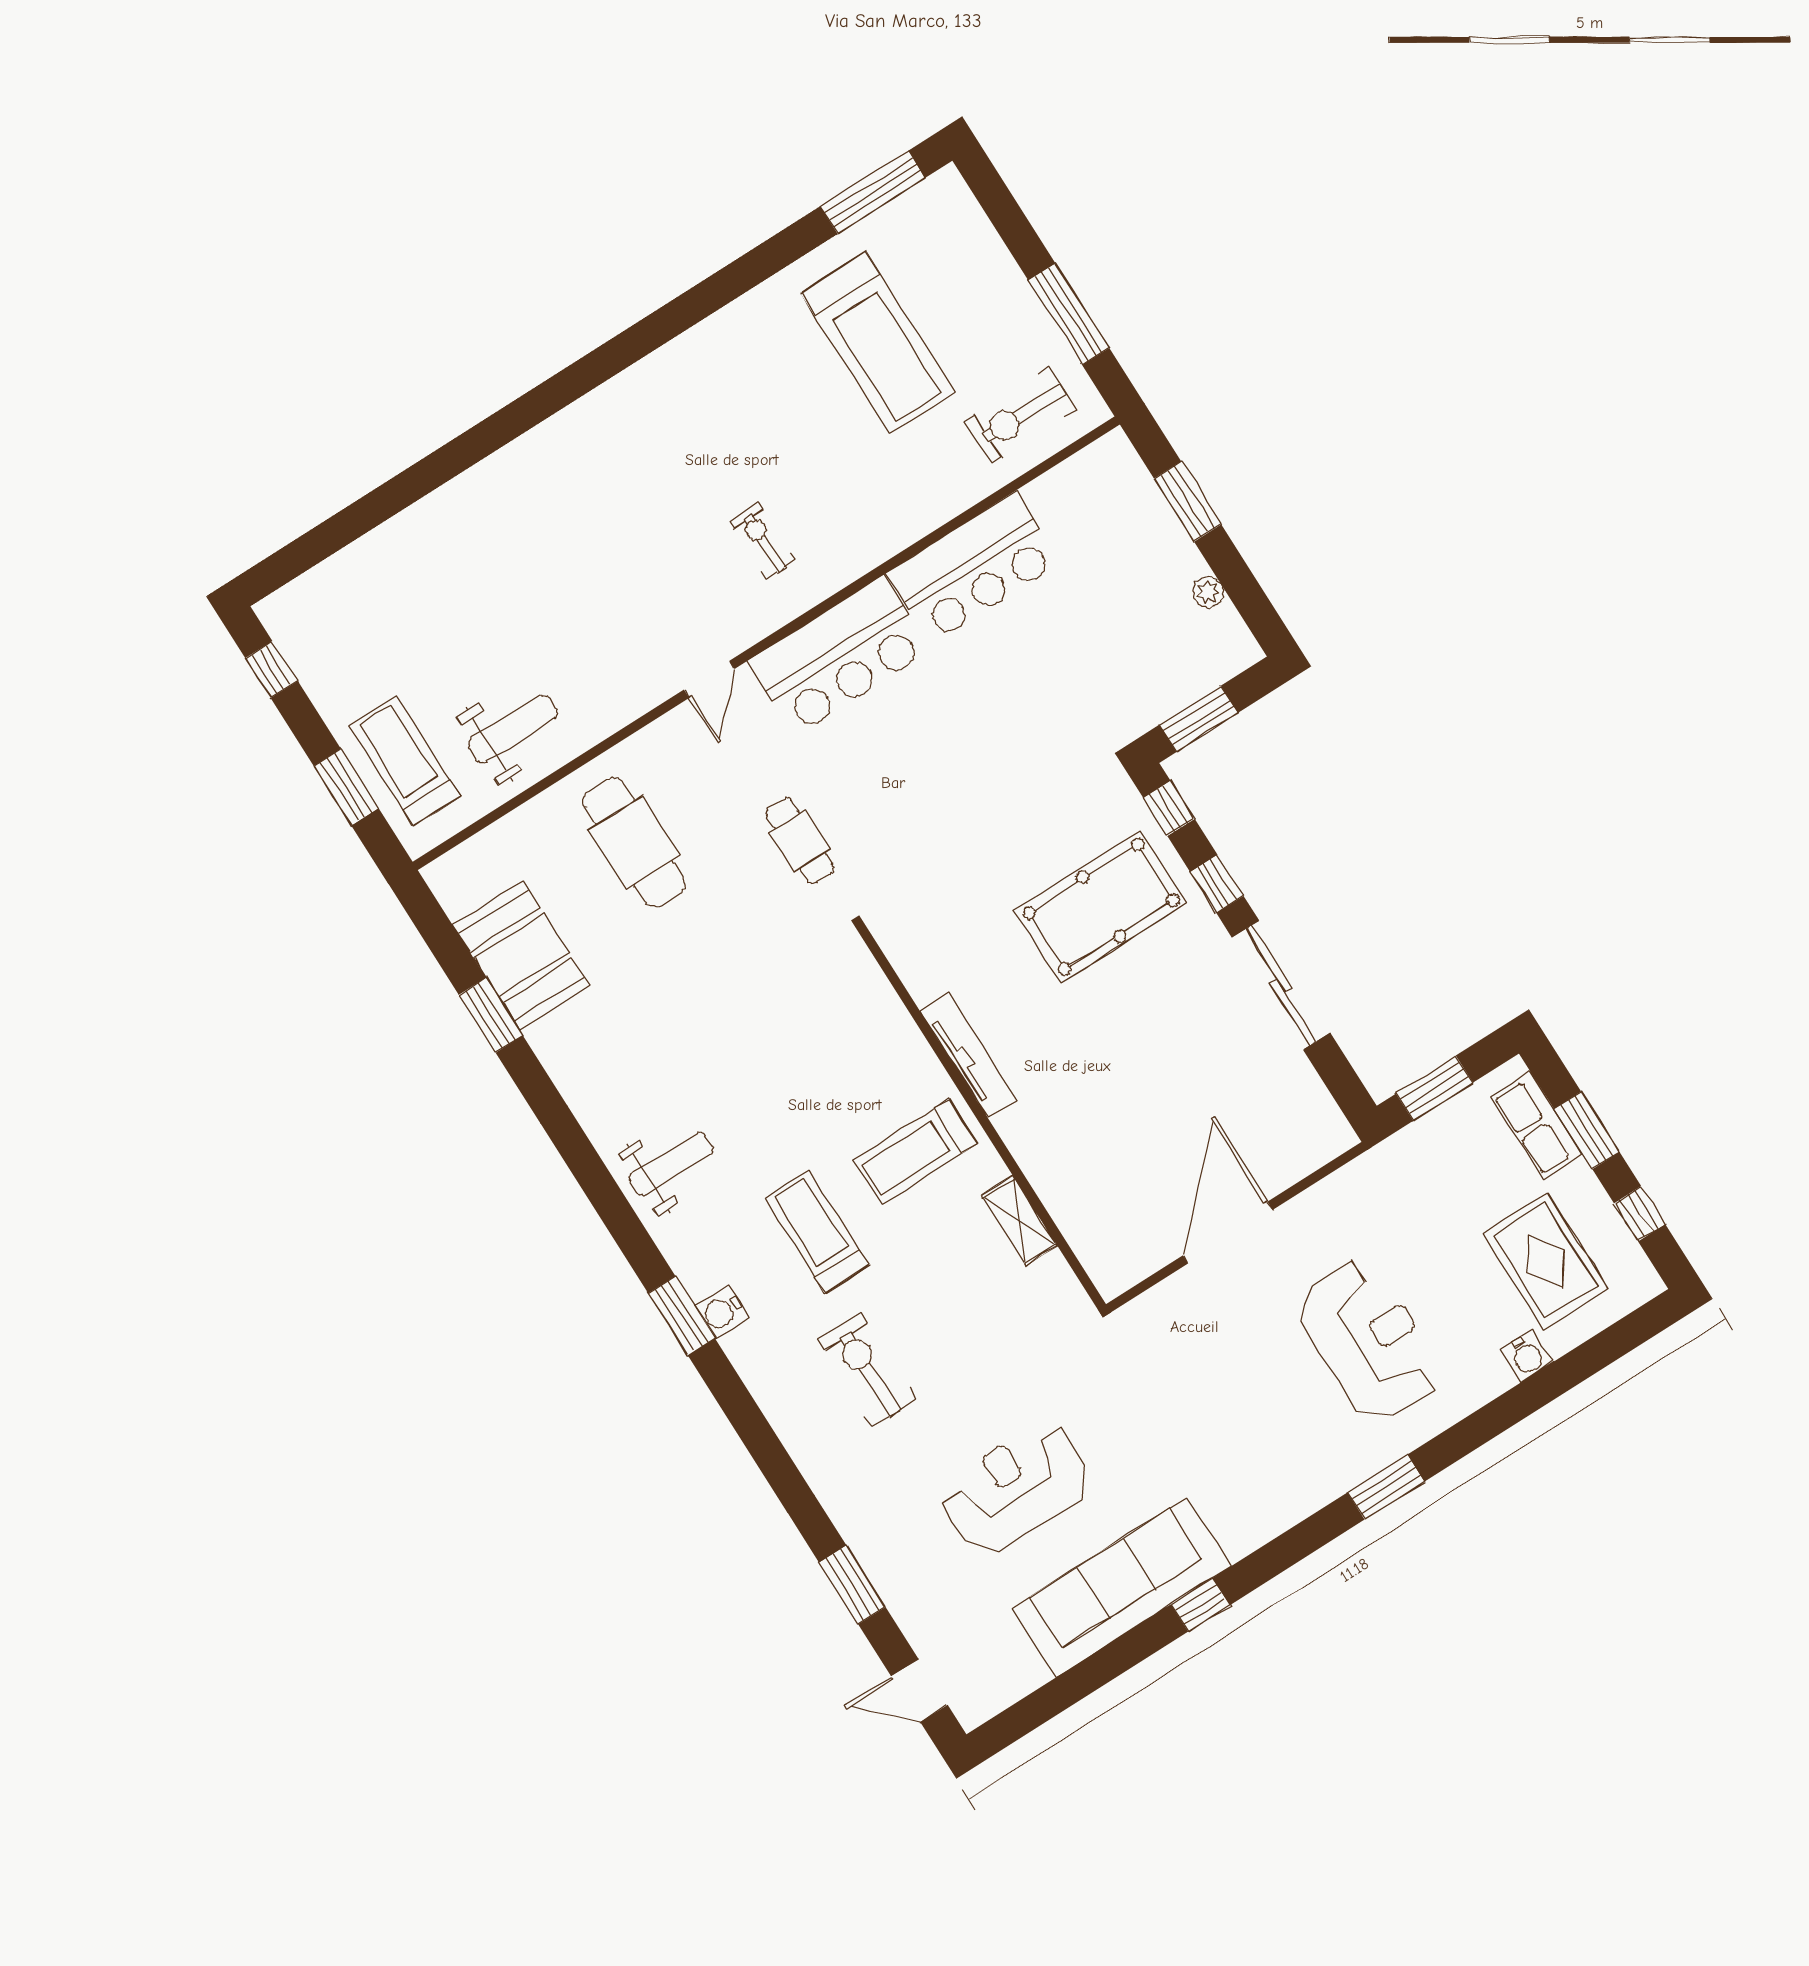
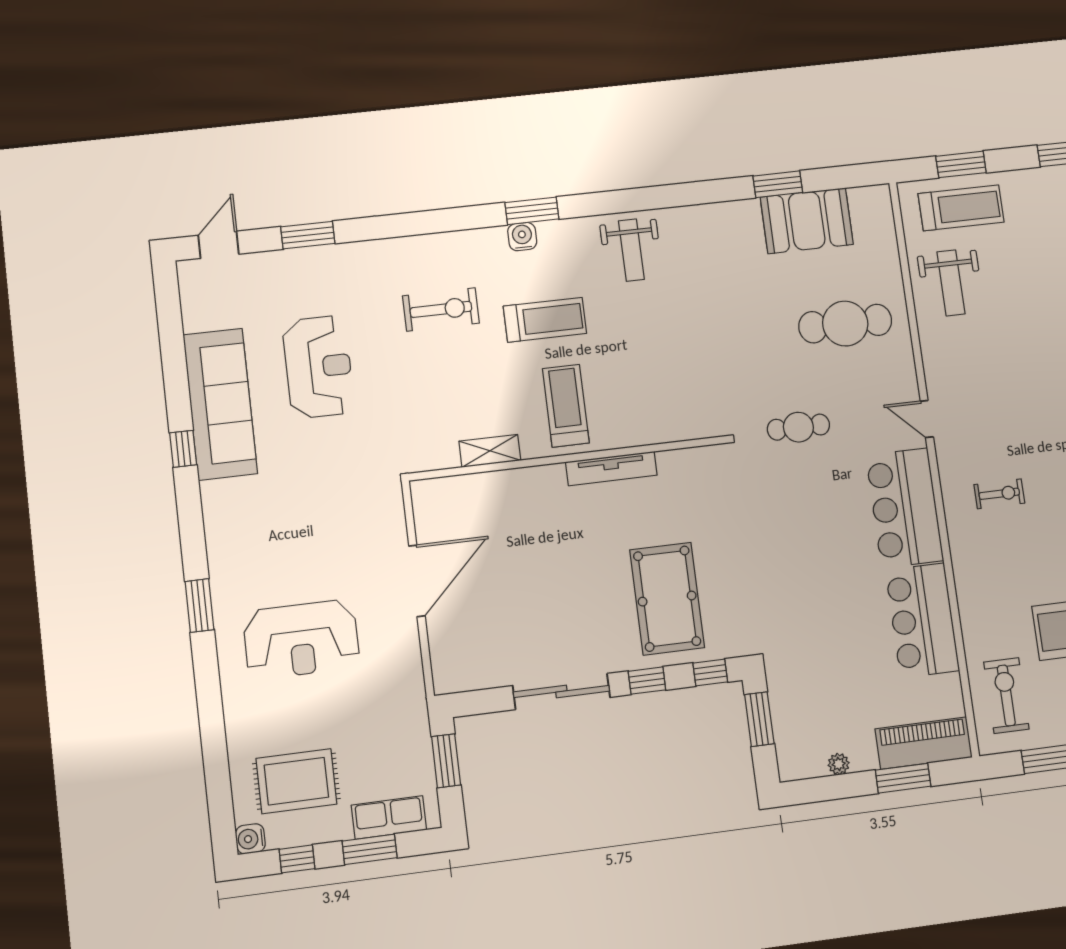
piano: (1131, 495) -> (924, 743), added
door: (1228, 1233) -> (417, 581), hinge flipped
water cooler: (1527, 1356) -> (250, 839), moved

